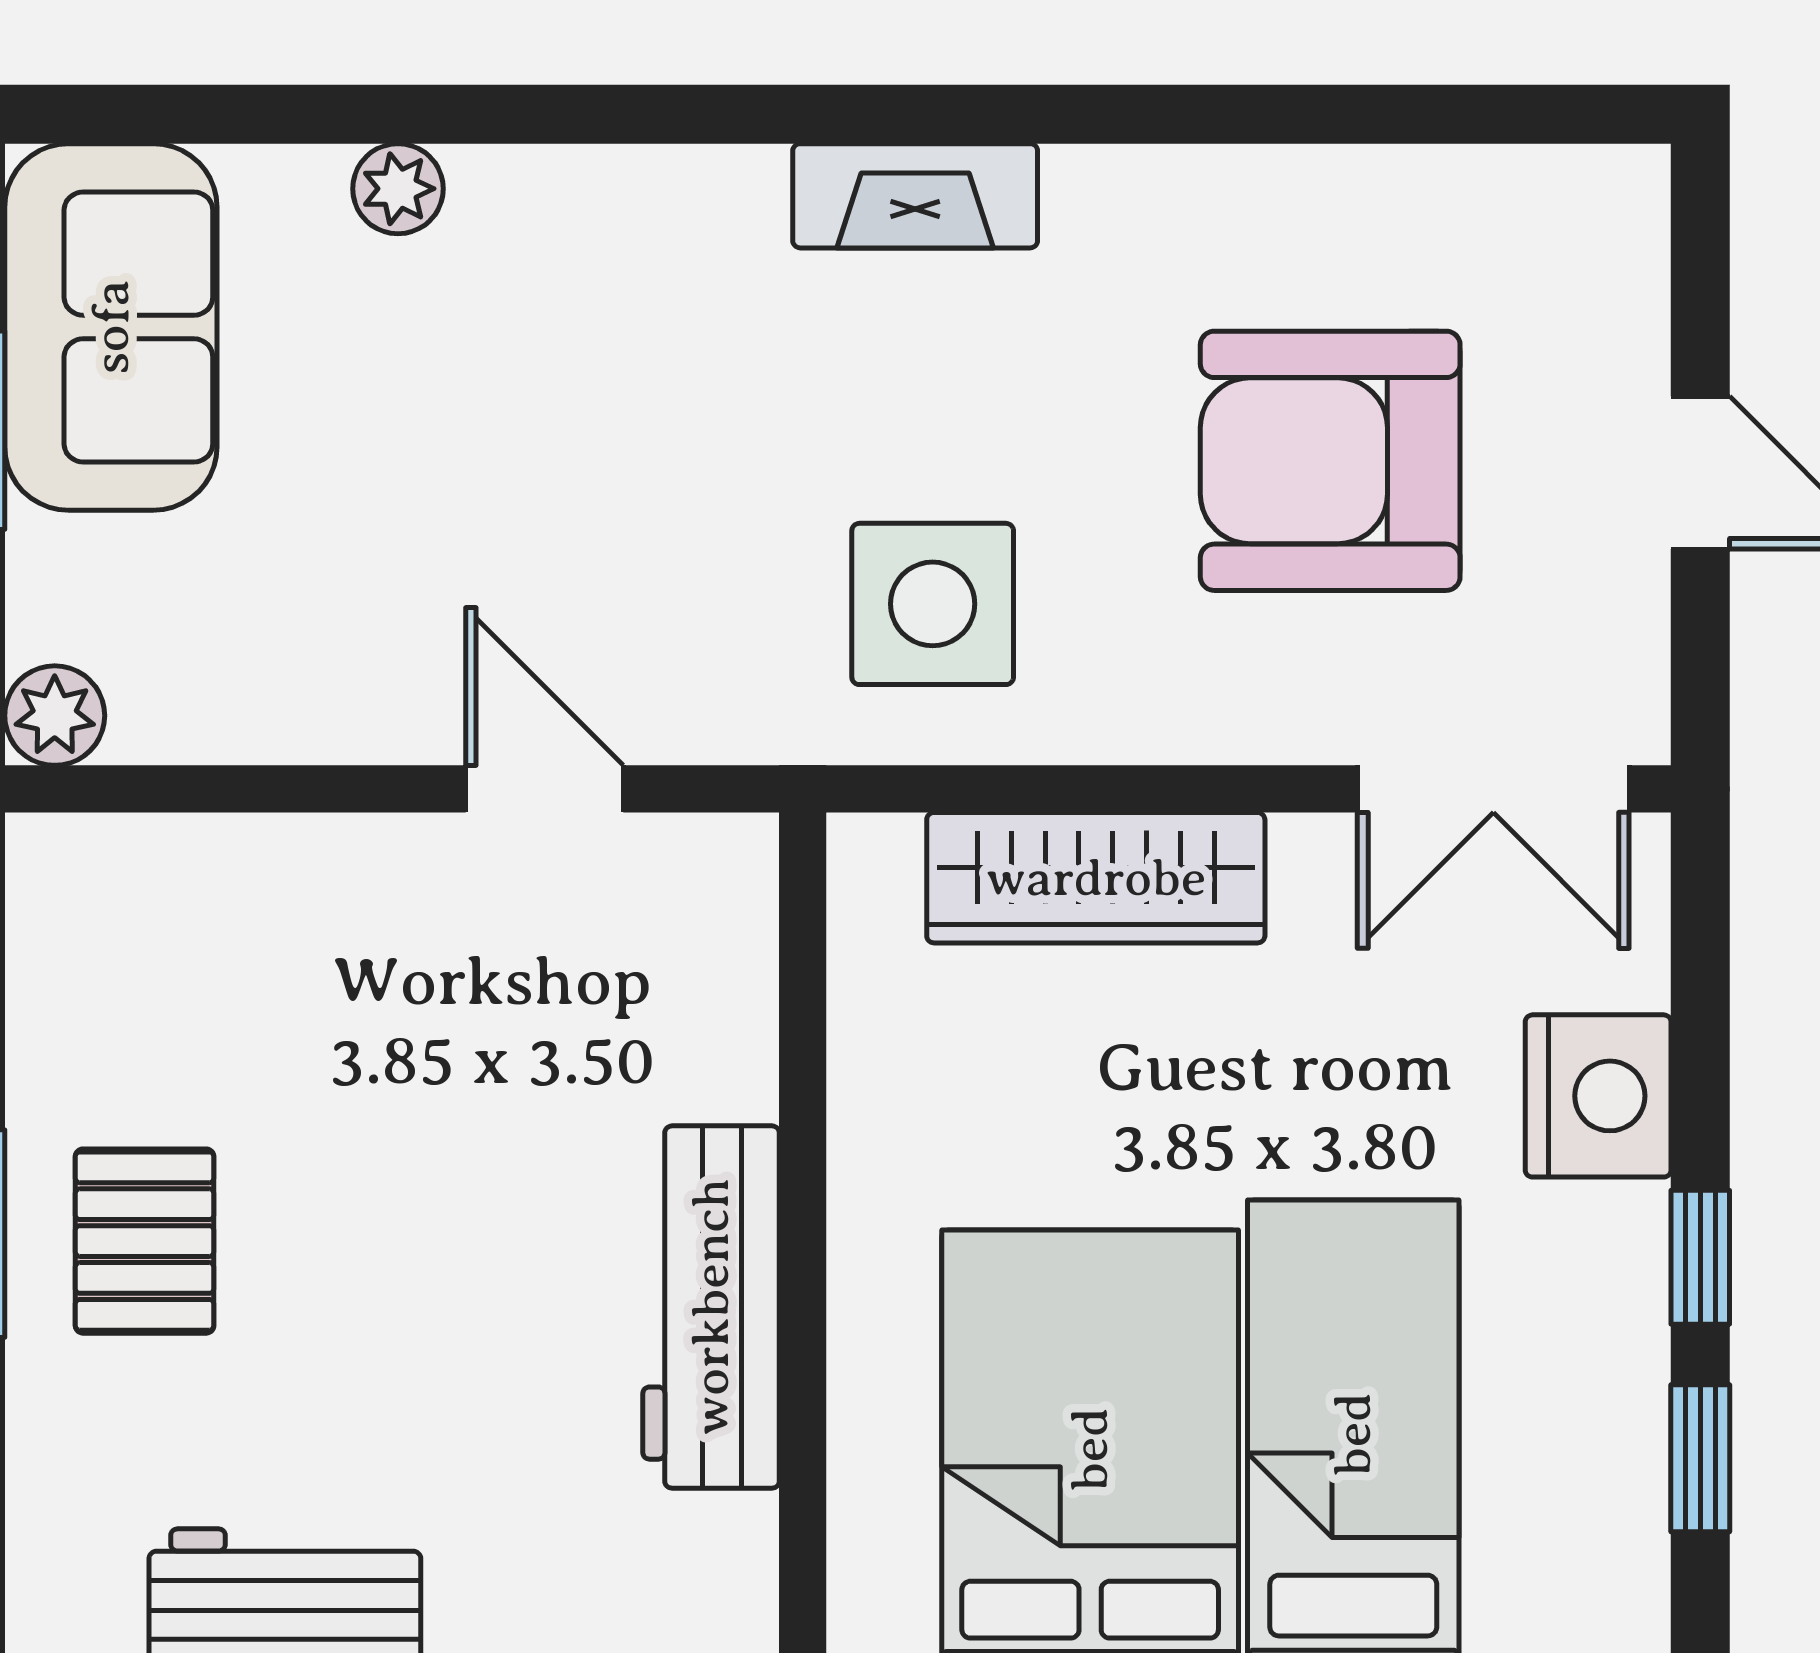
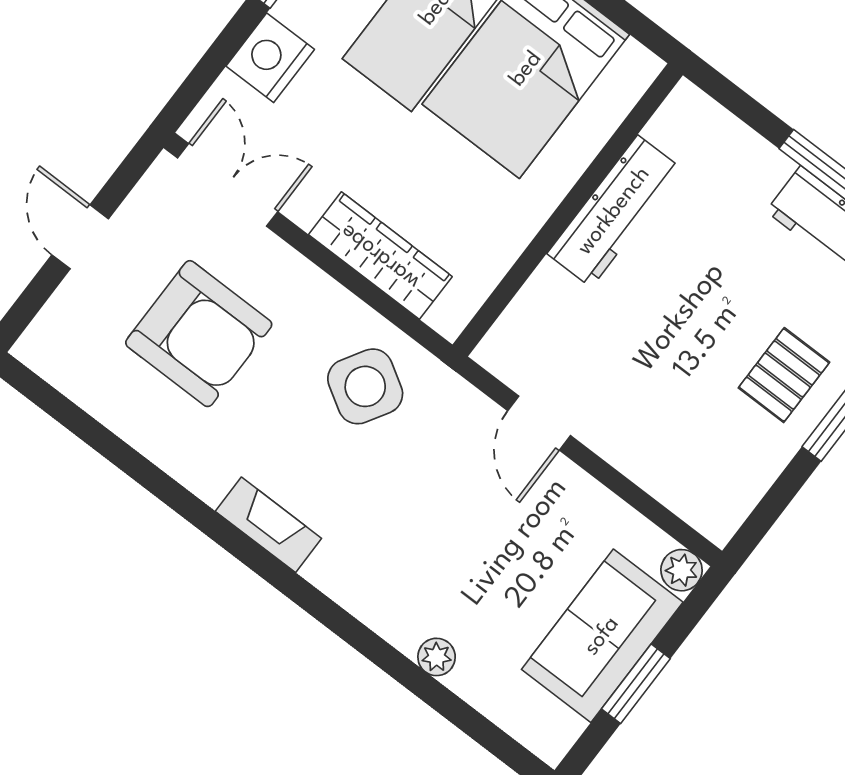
sofa: (111, 327) -> (602, 636), moved
side table: (933, 604) -> (365, 386), turned 31

